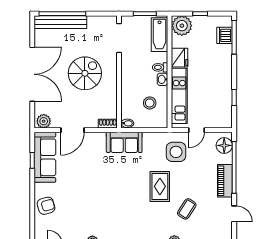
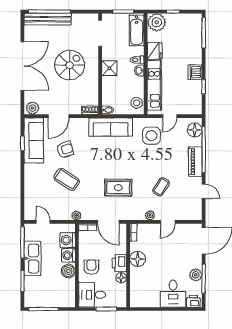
dishwasher: (225, 35) -> (195, 72), moved
shower: (129, 77) -> (109, 68), added
stool: (150, 103) -> (137, 103), moved
sofa: (124, 142) -> (111, 127), width x1.36
rug: (160, 186) -> (118, 188), moved, turned 90
coffee table: (82, 201) -> (67, 179), added
armchair: (46, 206) -> (65, 149), moved

